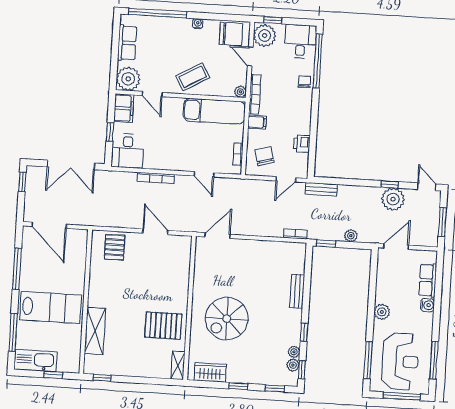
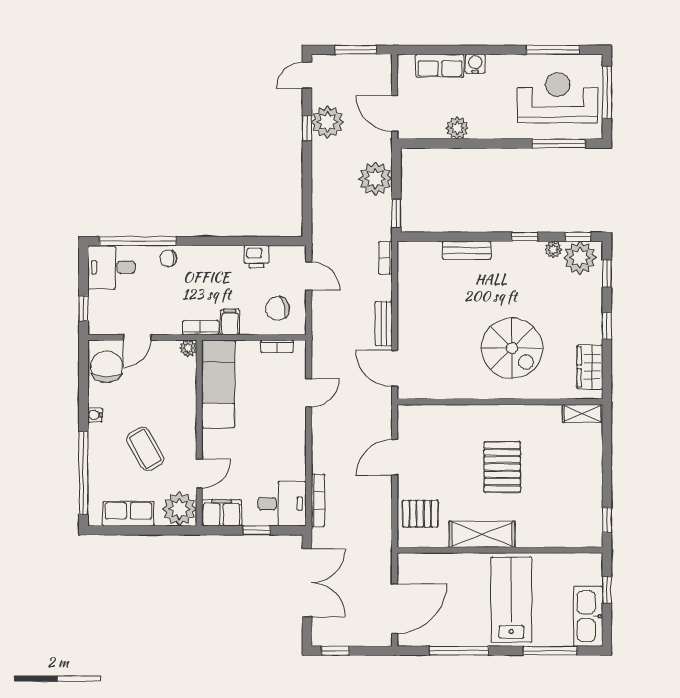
plant: (265, 36) -> (106, 319), removed
coffee table: (193, 77) -> (145, 449), moved
bookcase: (255, 94) -> (201, 328), width x0.64
bookcase: (156, 178) -> (318, 500), moved
bench: (321, 189) -> (384, 324), moved
plant: (351, 236) -> (375, 179), width x1.88, depth x1.88
plant: (382, 312) -> (457, 128), moved
pallet: (163, 326) -> (502, 467), moved
shelving: (95, 331) -> (482, 534), moved
plant: (293, 365) -> (580, 258), width x1.87, depth x1.87

